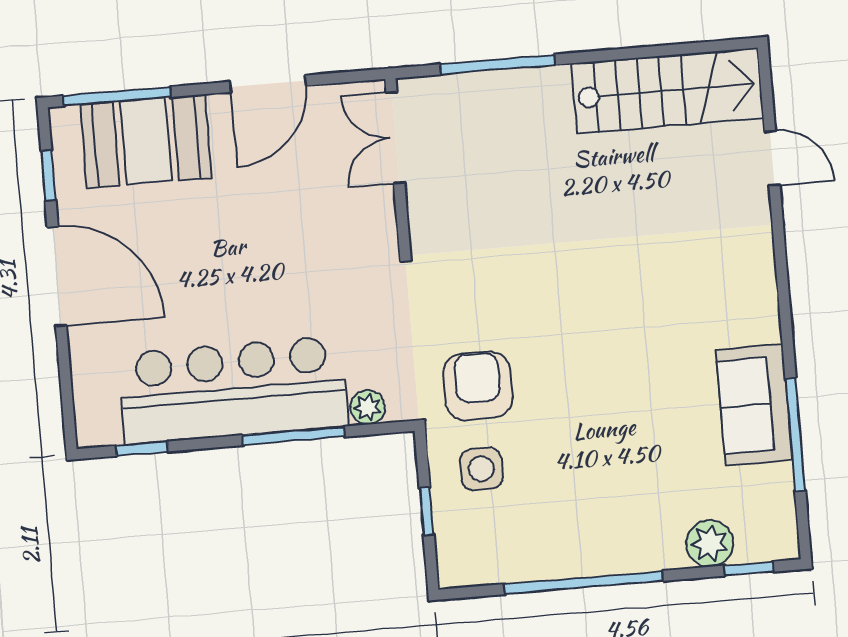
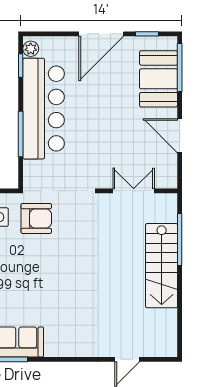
stairs: (667, 91) -> (162, 266), moved
double door: (395, 138) -> (134, 191), moved
plant: (368, 407) -> (31, 49), moved

